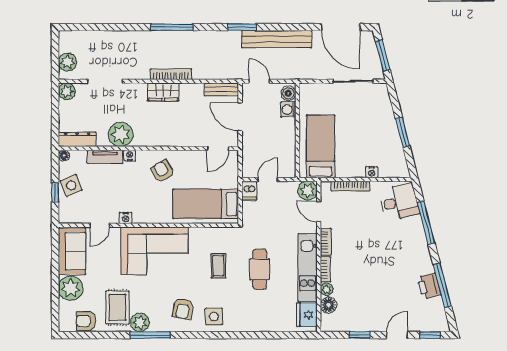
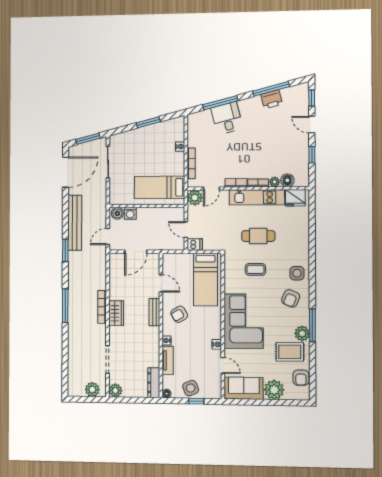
bench: (221, 89) -> (154, 312), moved
plant: (121, 134) -> (150, 348), removed
door: (218, 148) -> (161, 283), moved
desk: (399, 202) -> (227, 118), moved
armchair: (183, 309) -> (291, 298), turned 103

